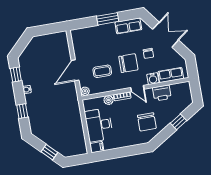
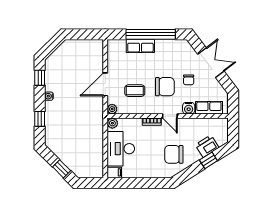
window: (108, 19) -> (151, 34), width x2.11
row of seats: (128, 26) -> (140, 46), moved
printer: (162, 93) -> (207, 146), moved, turned 148
plant: (108, 100) -> (112, 123), moved
chair: (147, 122) -> (174, 154), turned 90

